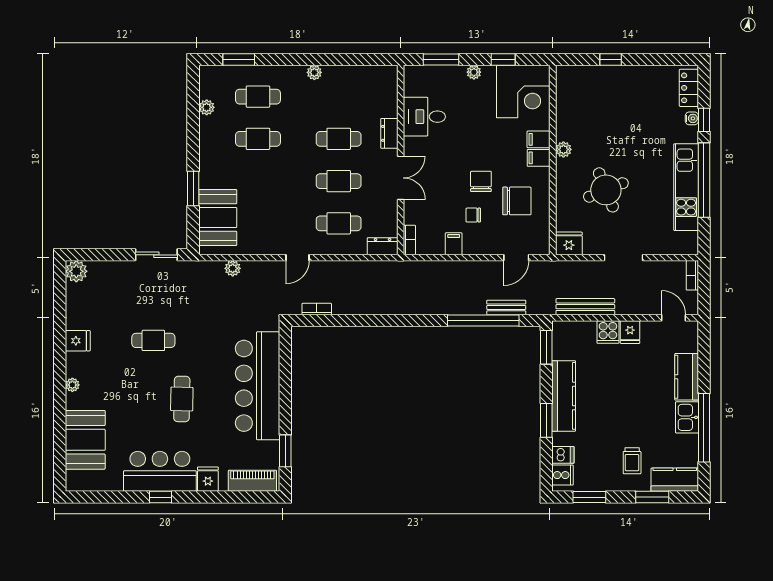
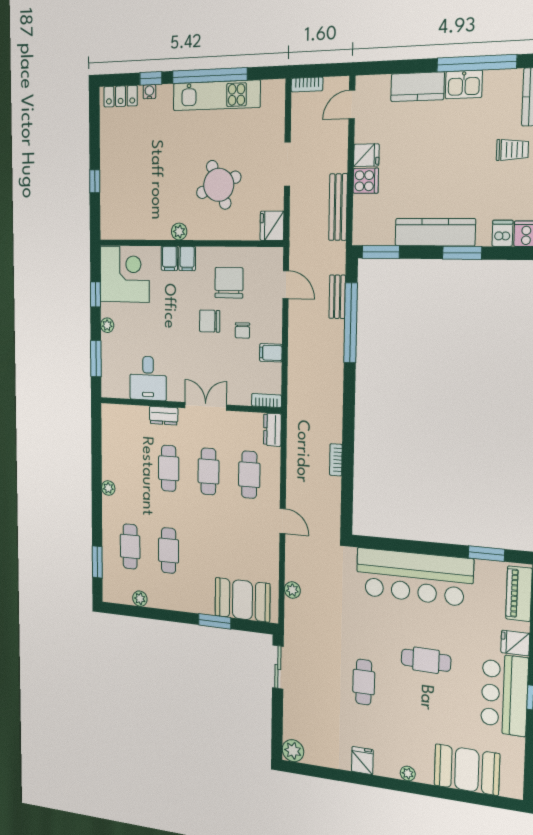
bookcase: (317, 309) -> (336, 460), moved

